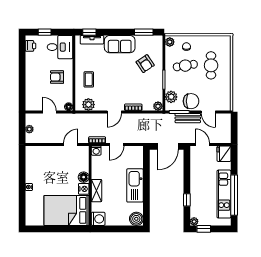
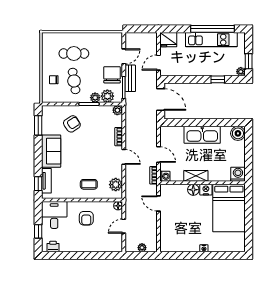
plant: (170, 42) -> (95, 98), moved
shelving: (97, 191) -> (196, 176), moved

